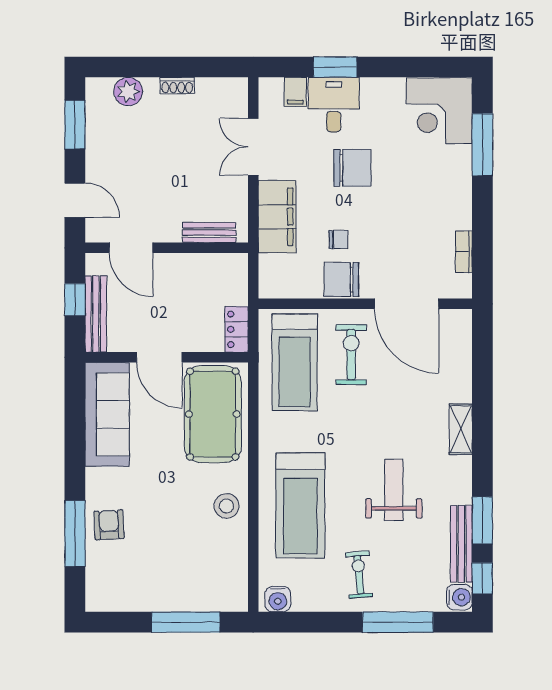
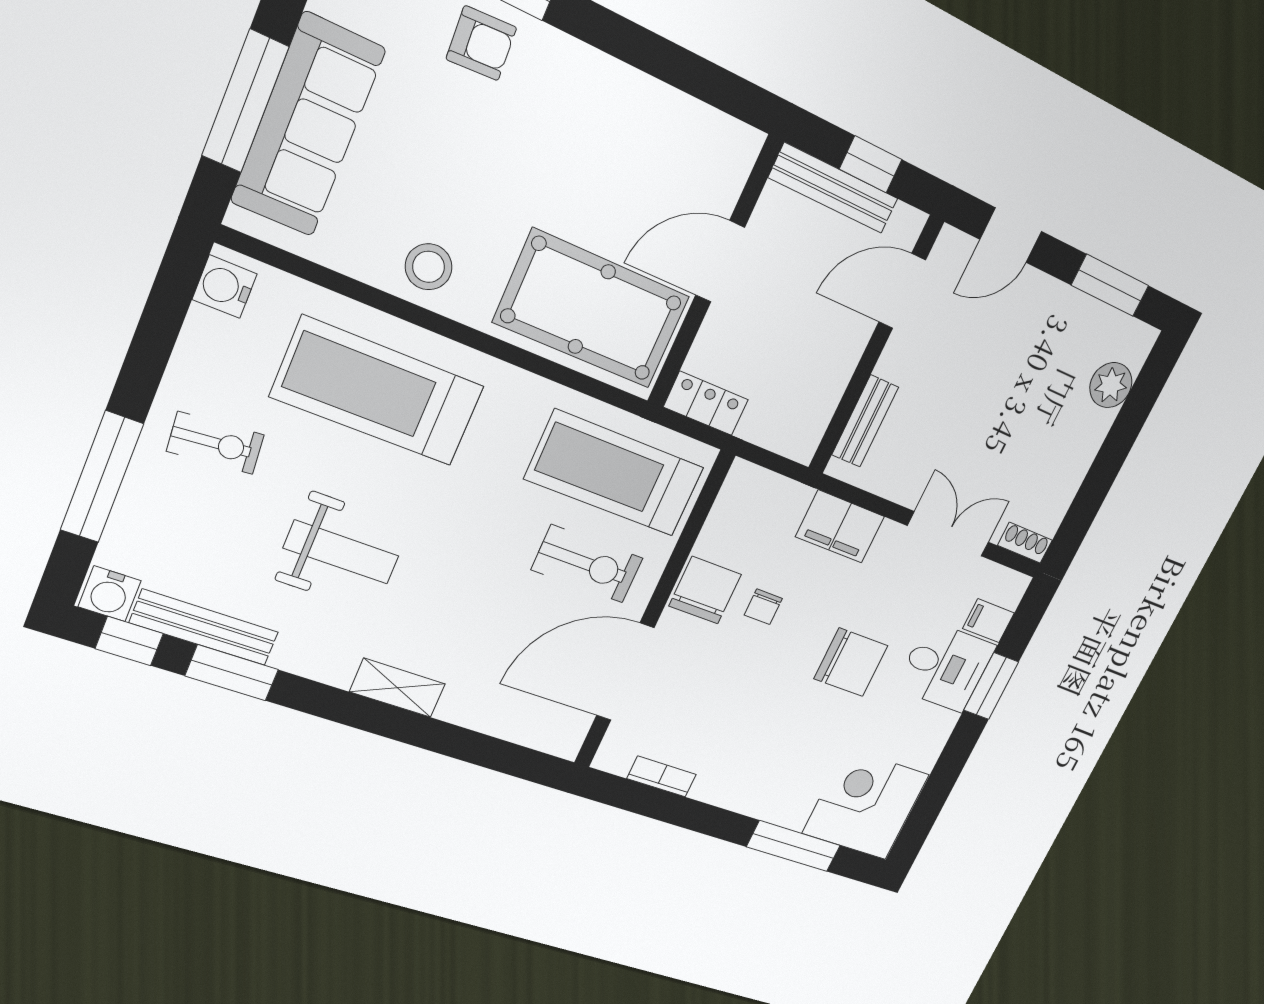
shoe rack: (177, 86) -> (1025, 543), moved, turned 90
chair: (352, 168) -> (851, 662), turned -90
filing cabinet: (277, 217) -> (840, 527), width x0.67, depth x0.86
sofa: (107, 414) -> (308, 125), moved, turned -90

